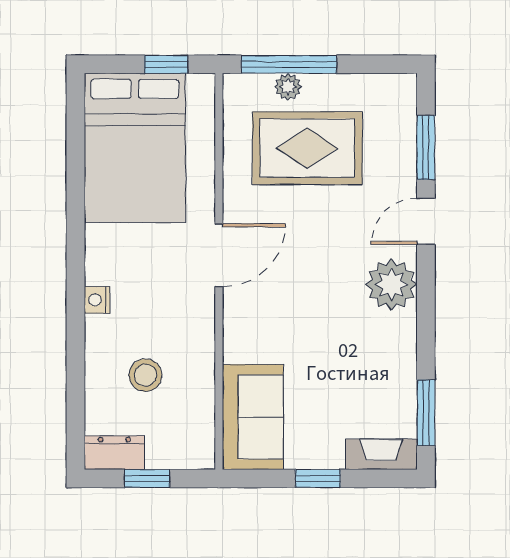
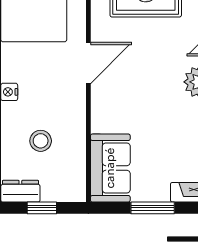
window: (318, 478) -> (153, 208), width x1.50

